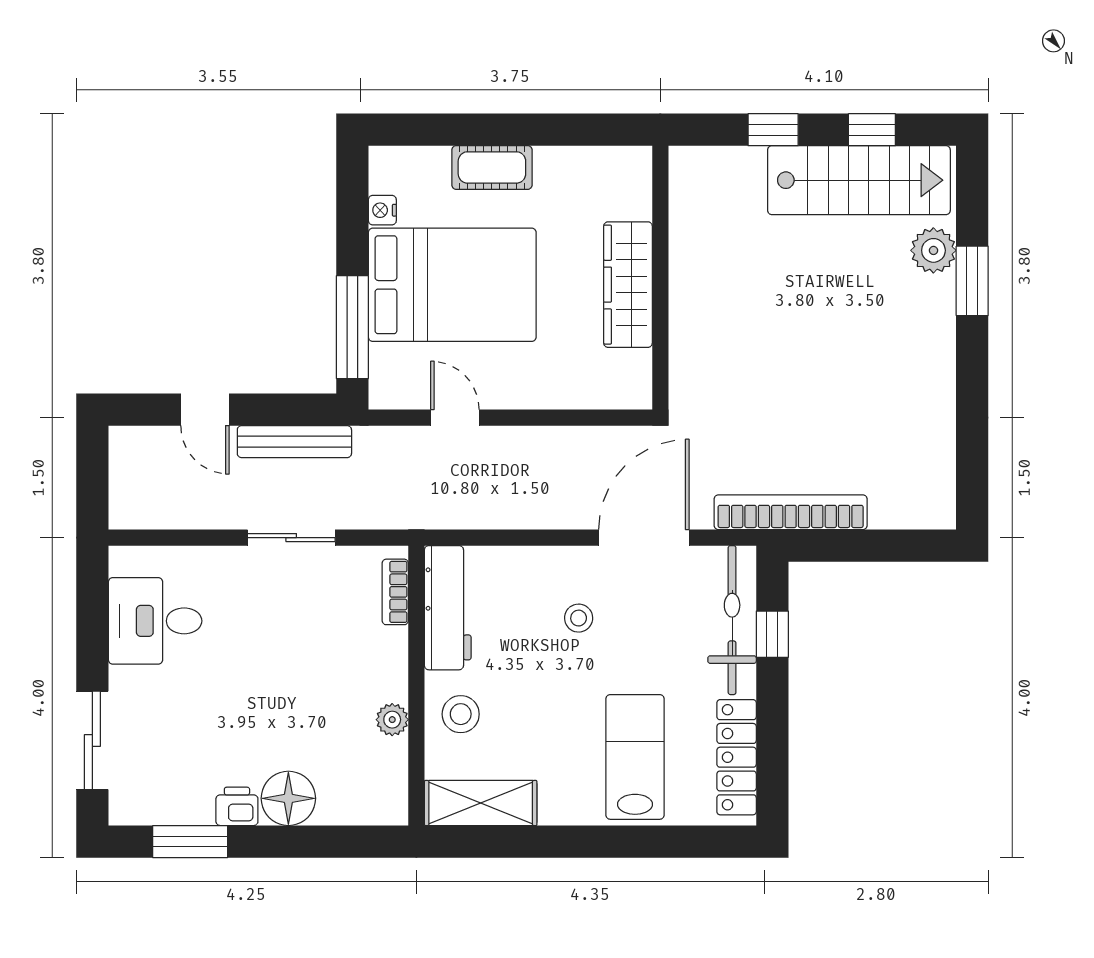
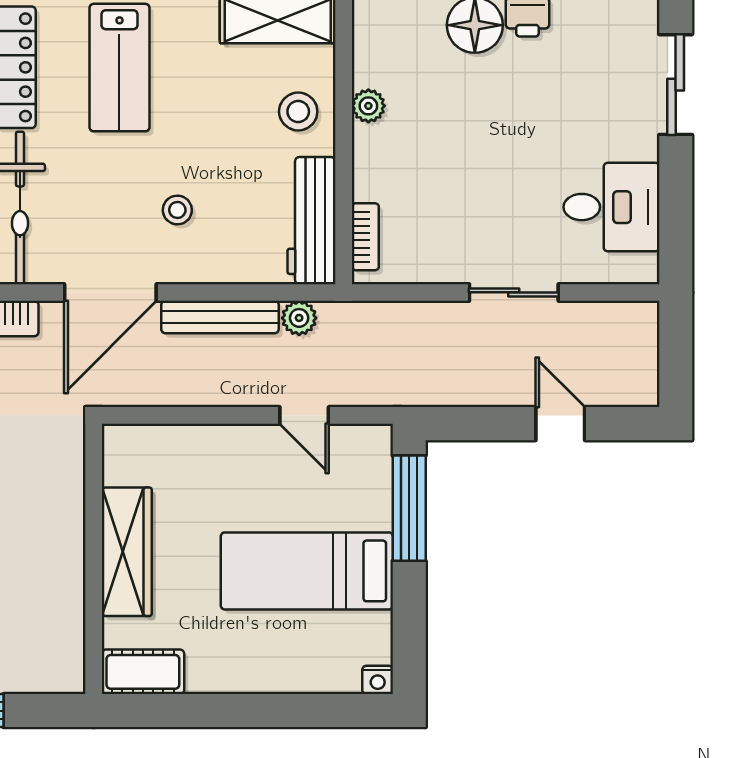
cot: (492, 167) -> (143, 672), moved
nightstand: (382, 210) -> (378, 680), moved, turned 90
bed: (452, 285) -> (307, 571), width x0.67
bench: (294, 442) -> (220, 317), moved
plant: (460, 513) -> (299, 318), added
sliding door: (291, 538) -> (514, 292), moved

